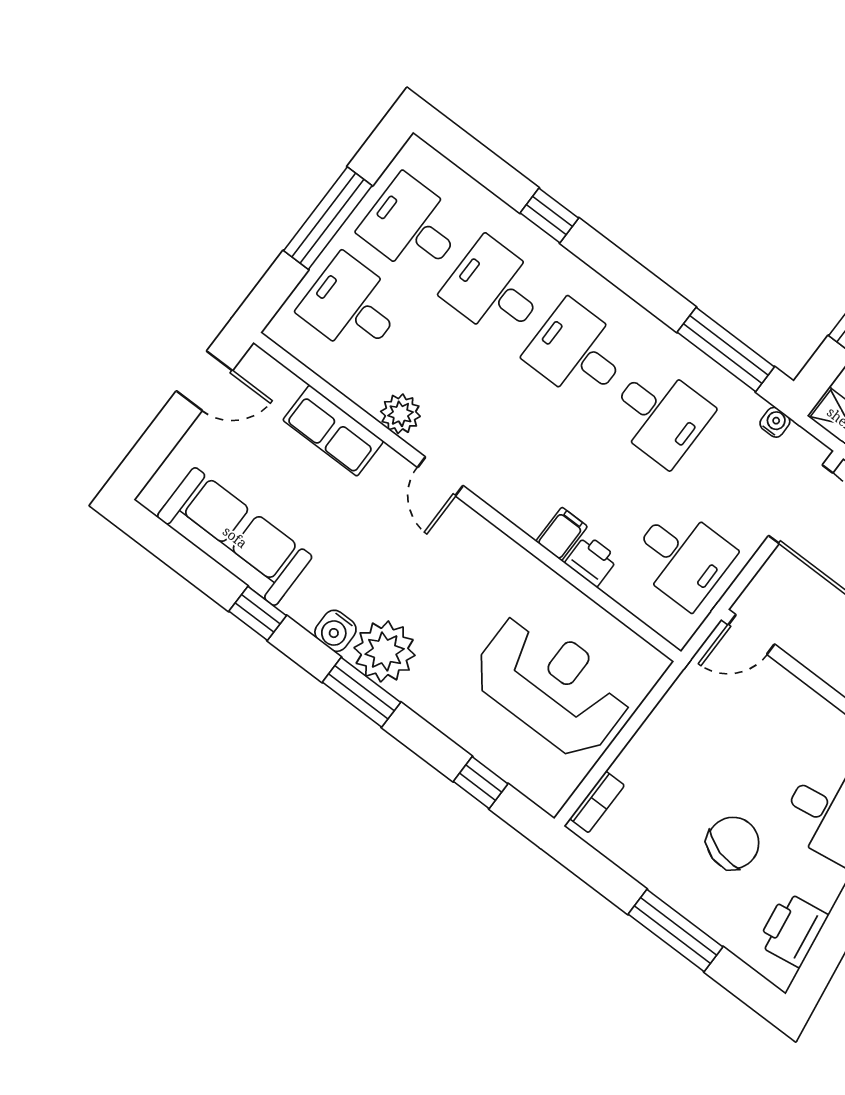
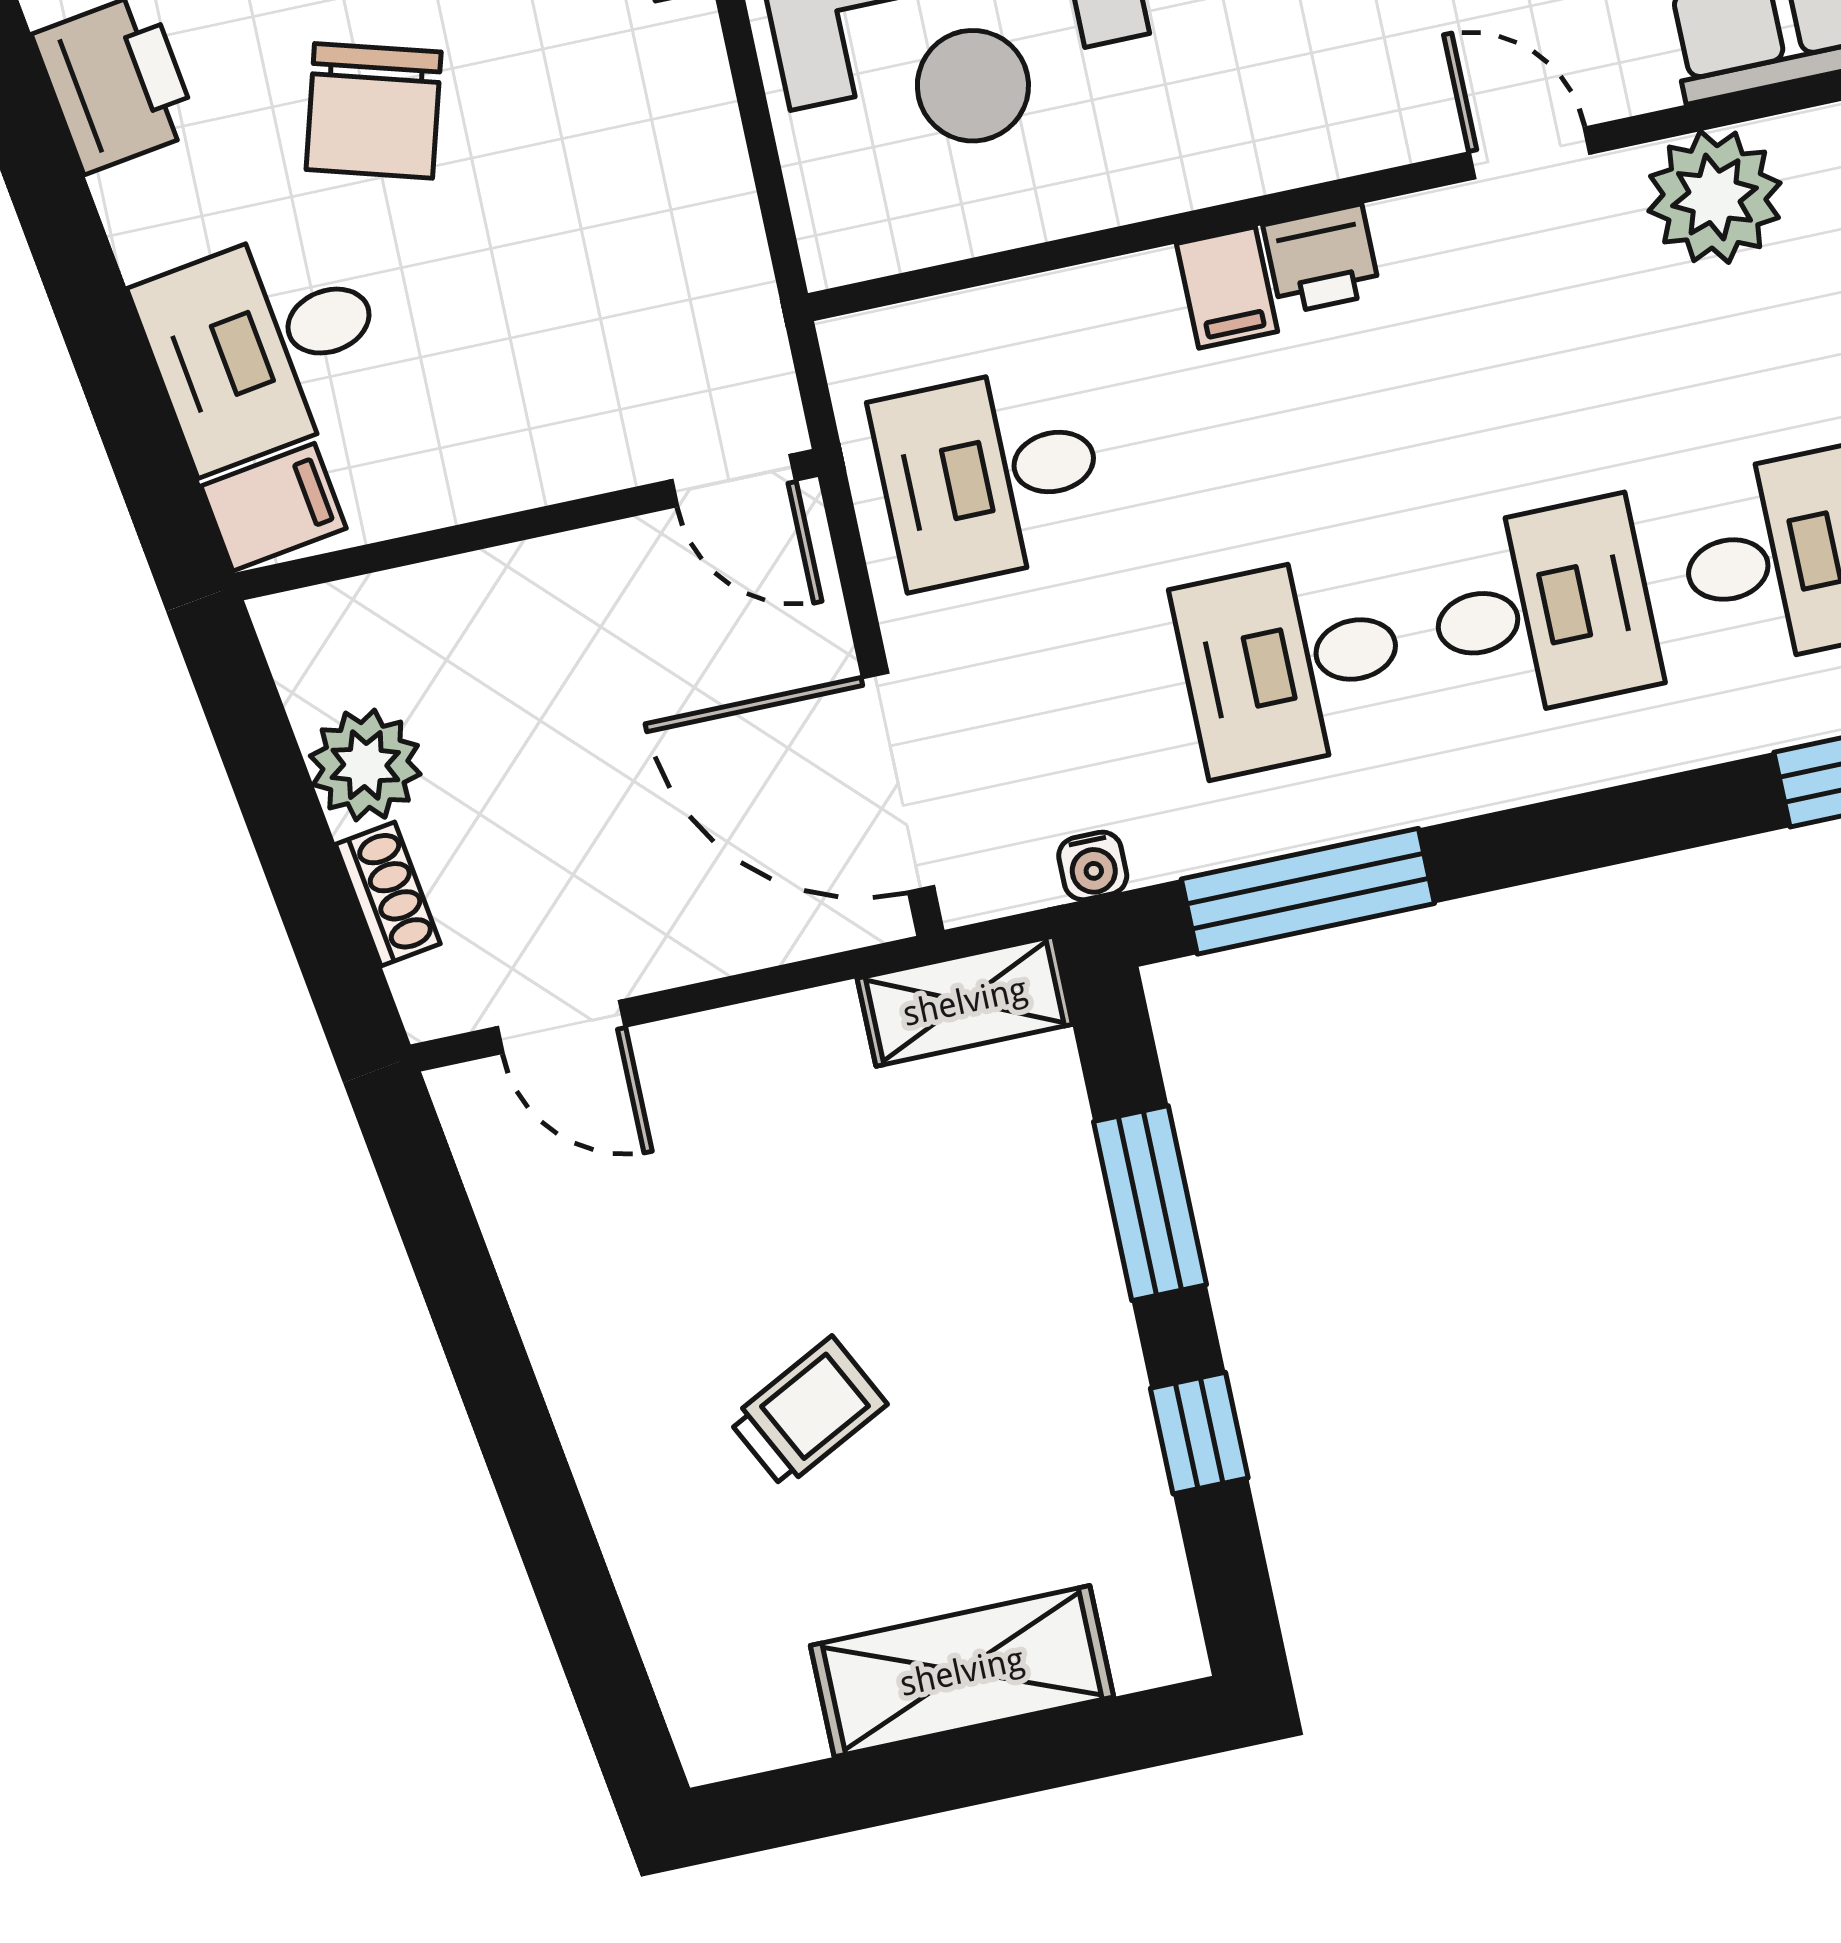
plant: (400, 414) -> (1715, 197), width x1.36, depth x1.36
printer: (591, 561) -> (1322, 259), moved
door: (751, 635) -> (734, 480), swing flipped

